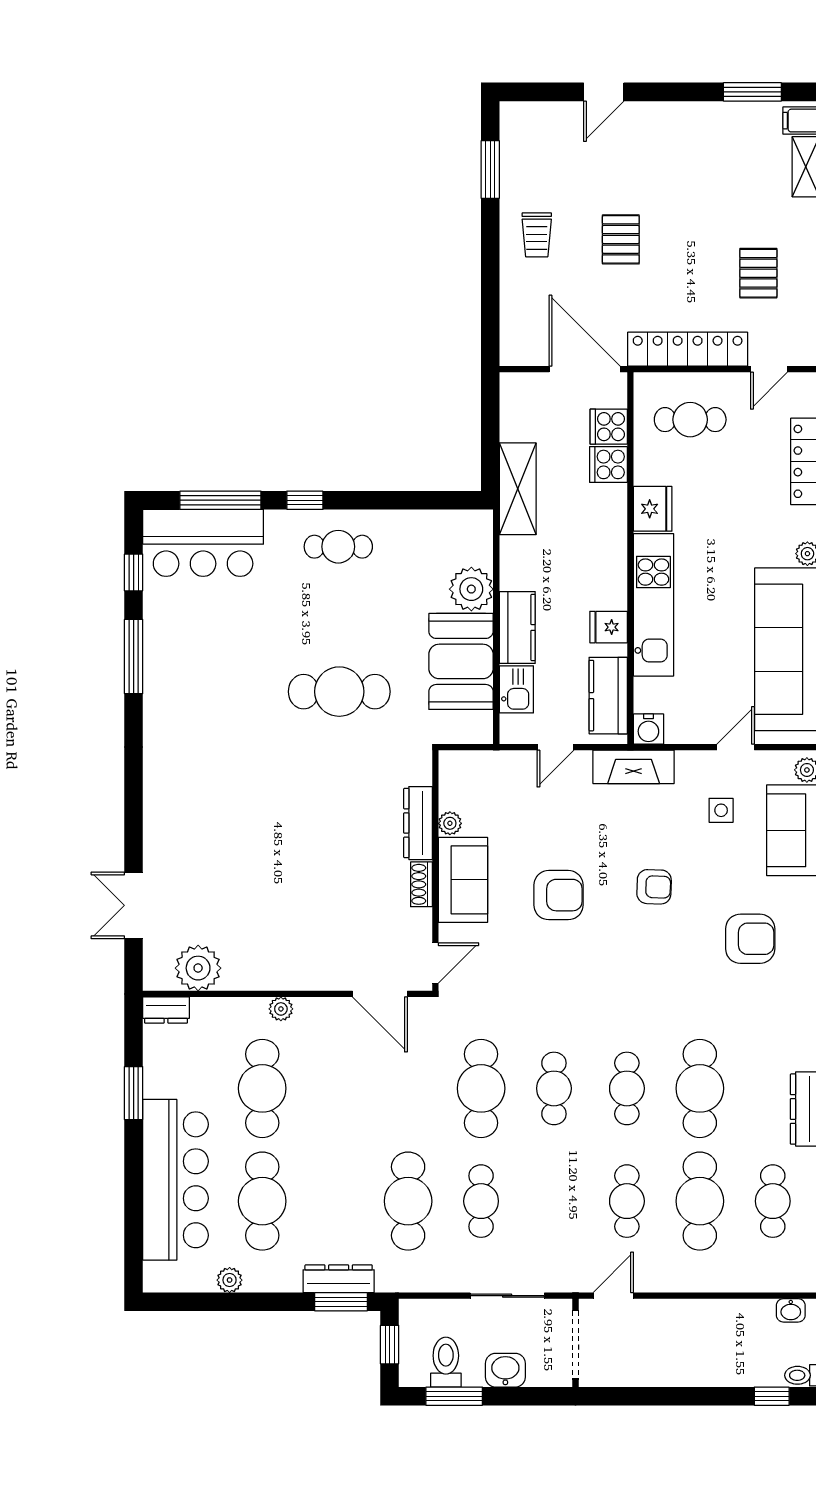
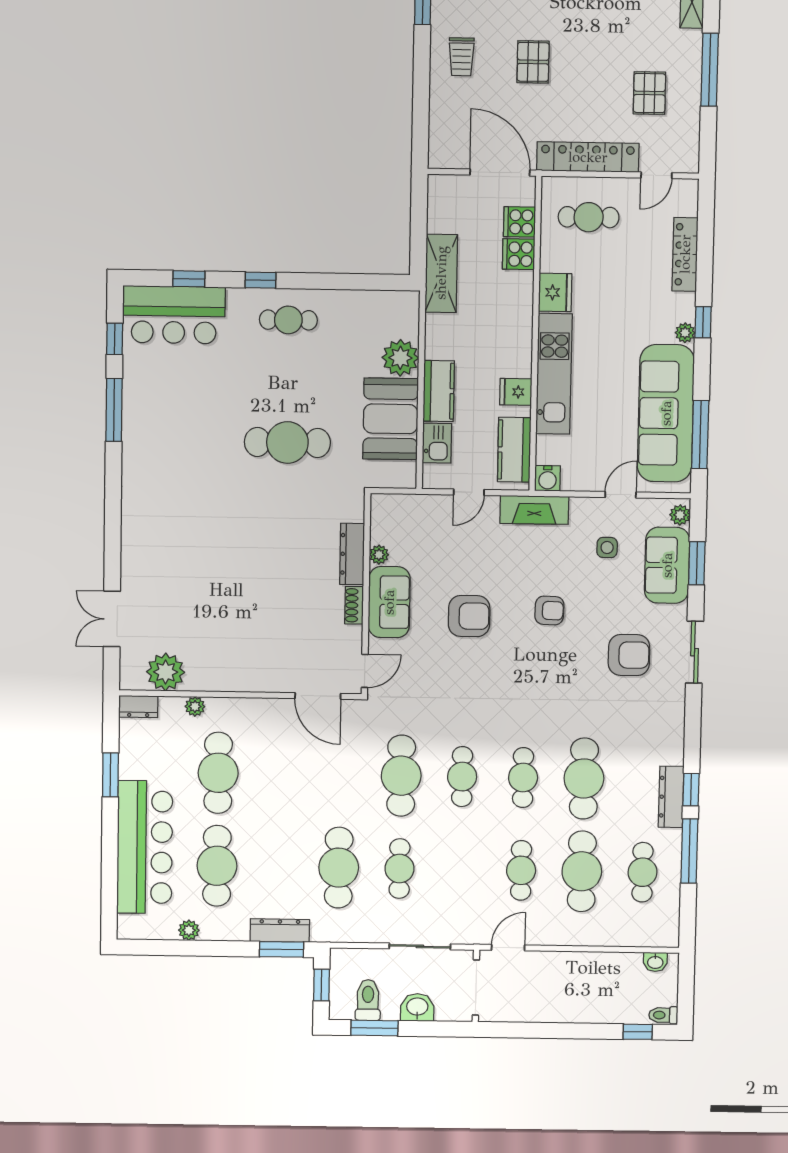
window: (220, 500) -> (189, 279), width x0.46
plant: (281, 1009) -> (195, 706), moved

